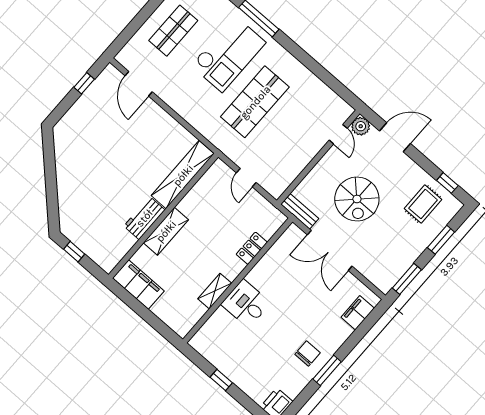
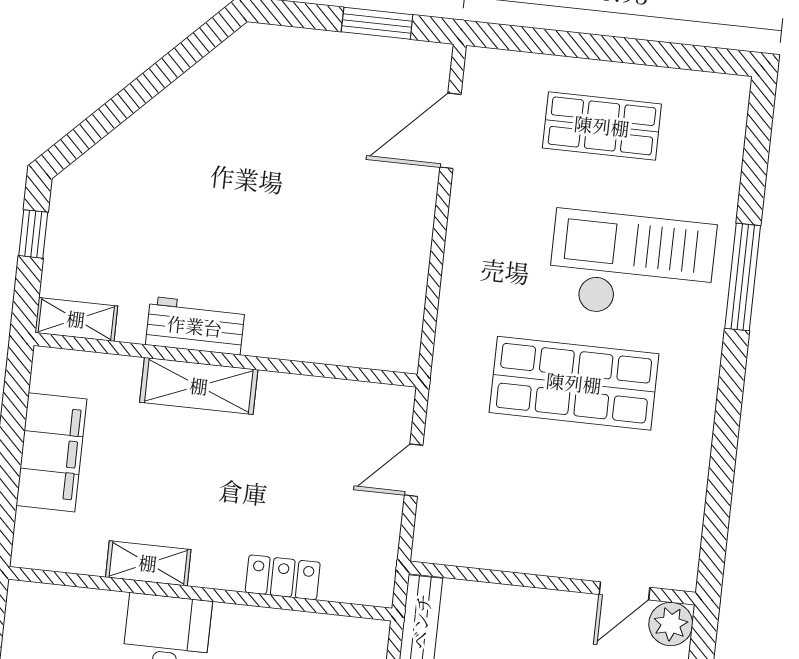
checkout: (228, 54) -> (632, 266), turned 180
window: (84, 83) -> (377, 23), width x1.50
shelving: (183, 175) -> (76, 319), moved, width x0.45, depth x0.75
filing cabinet: (138, 285) -> (51, 452), moved

